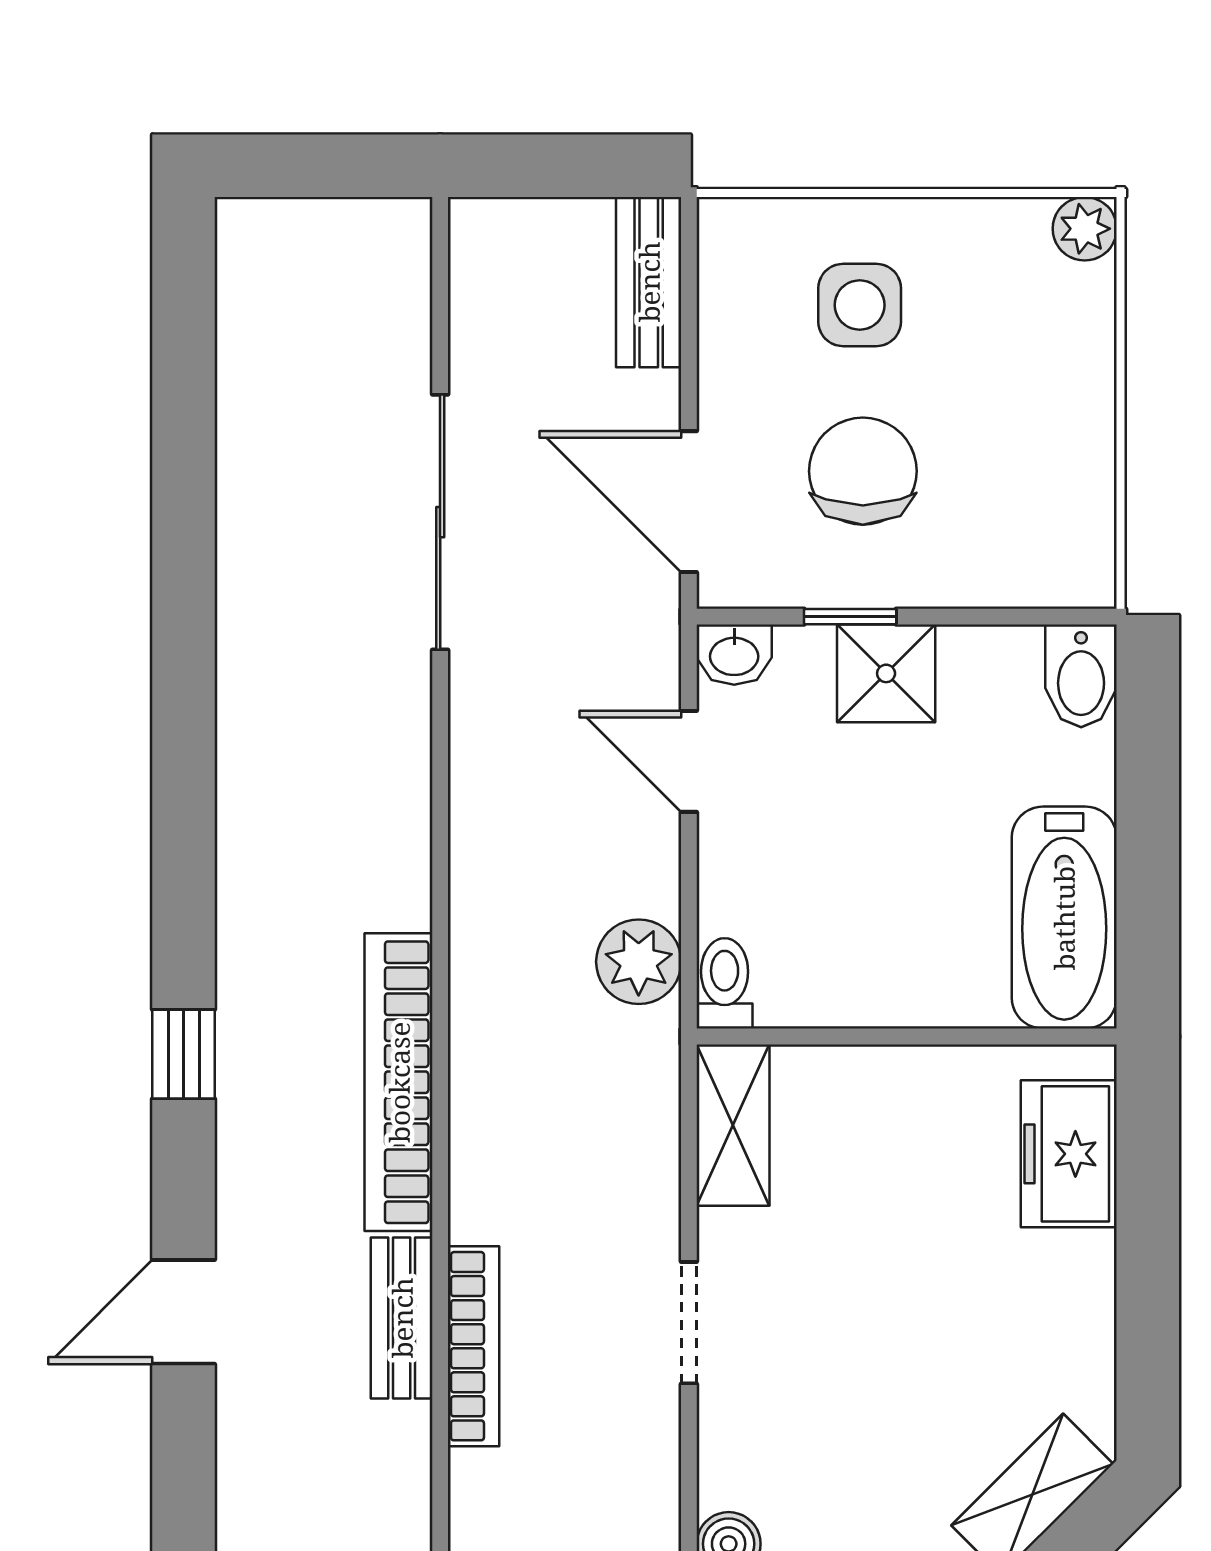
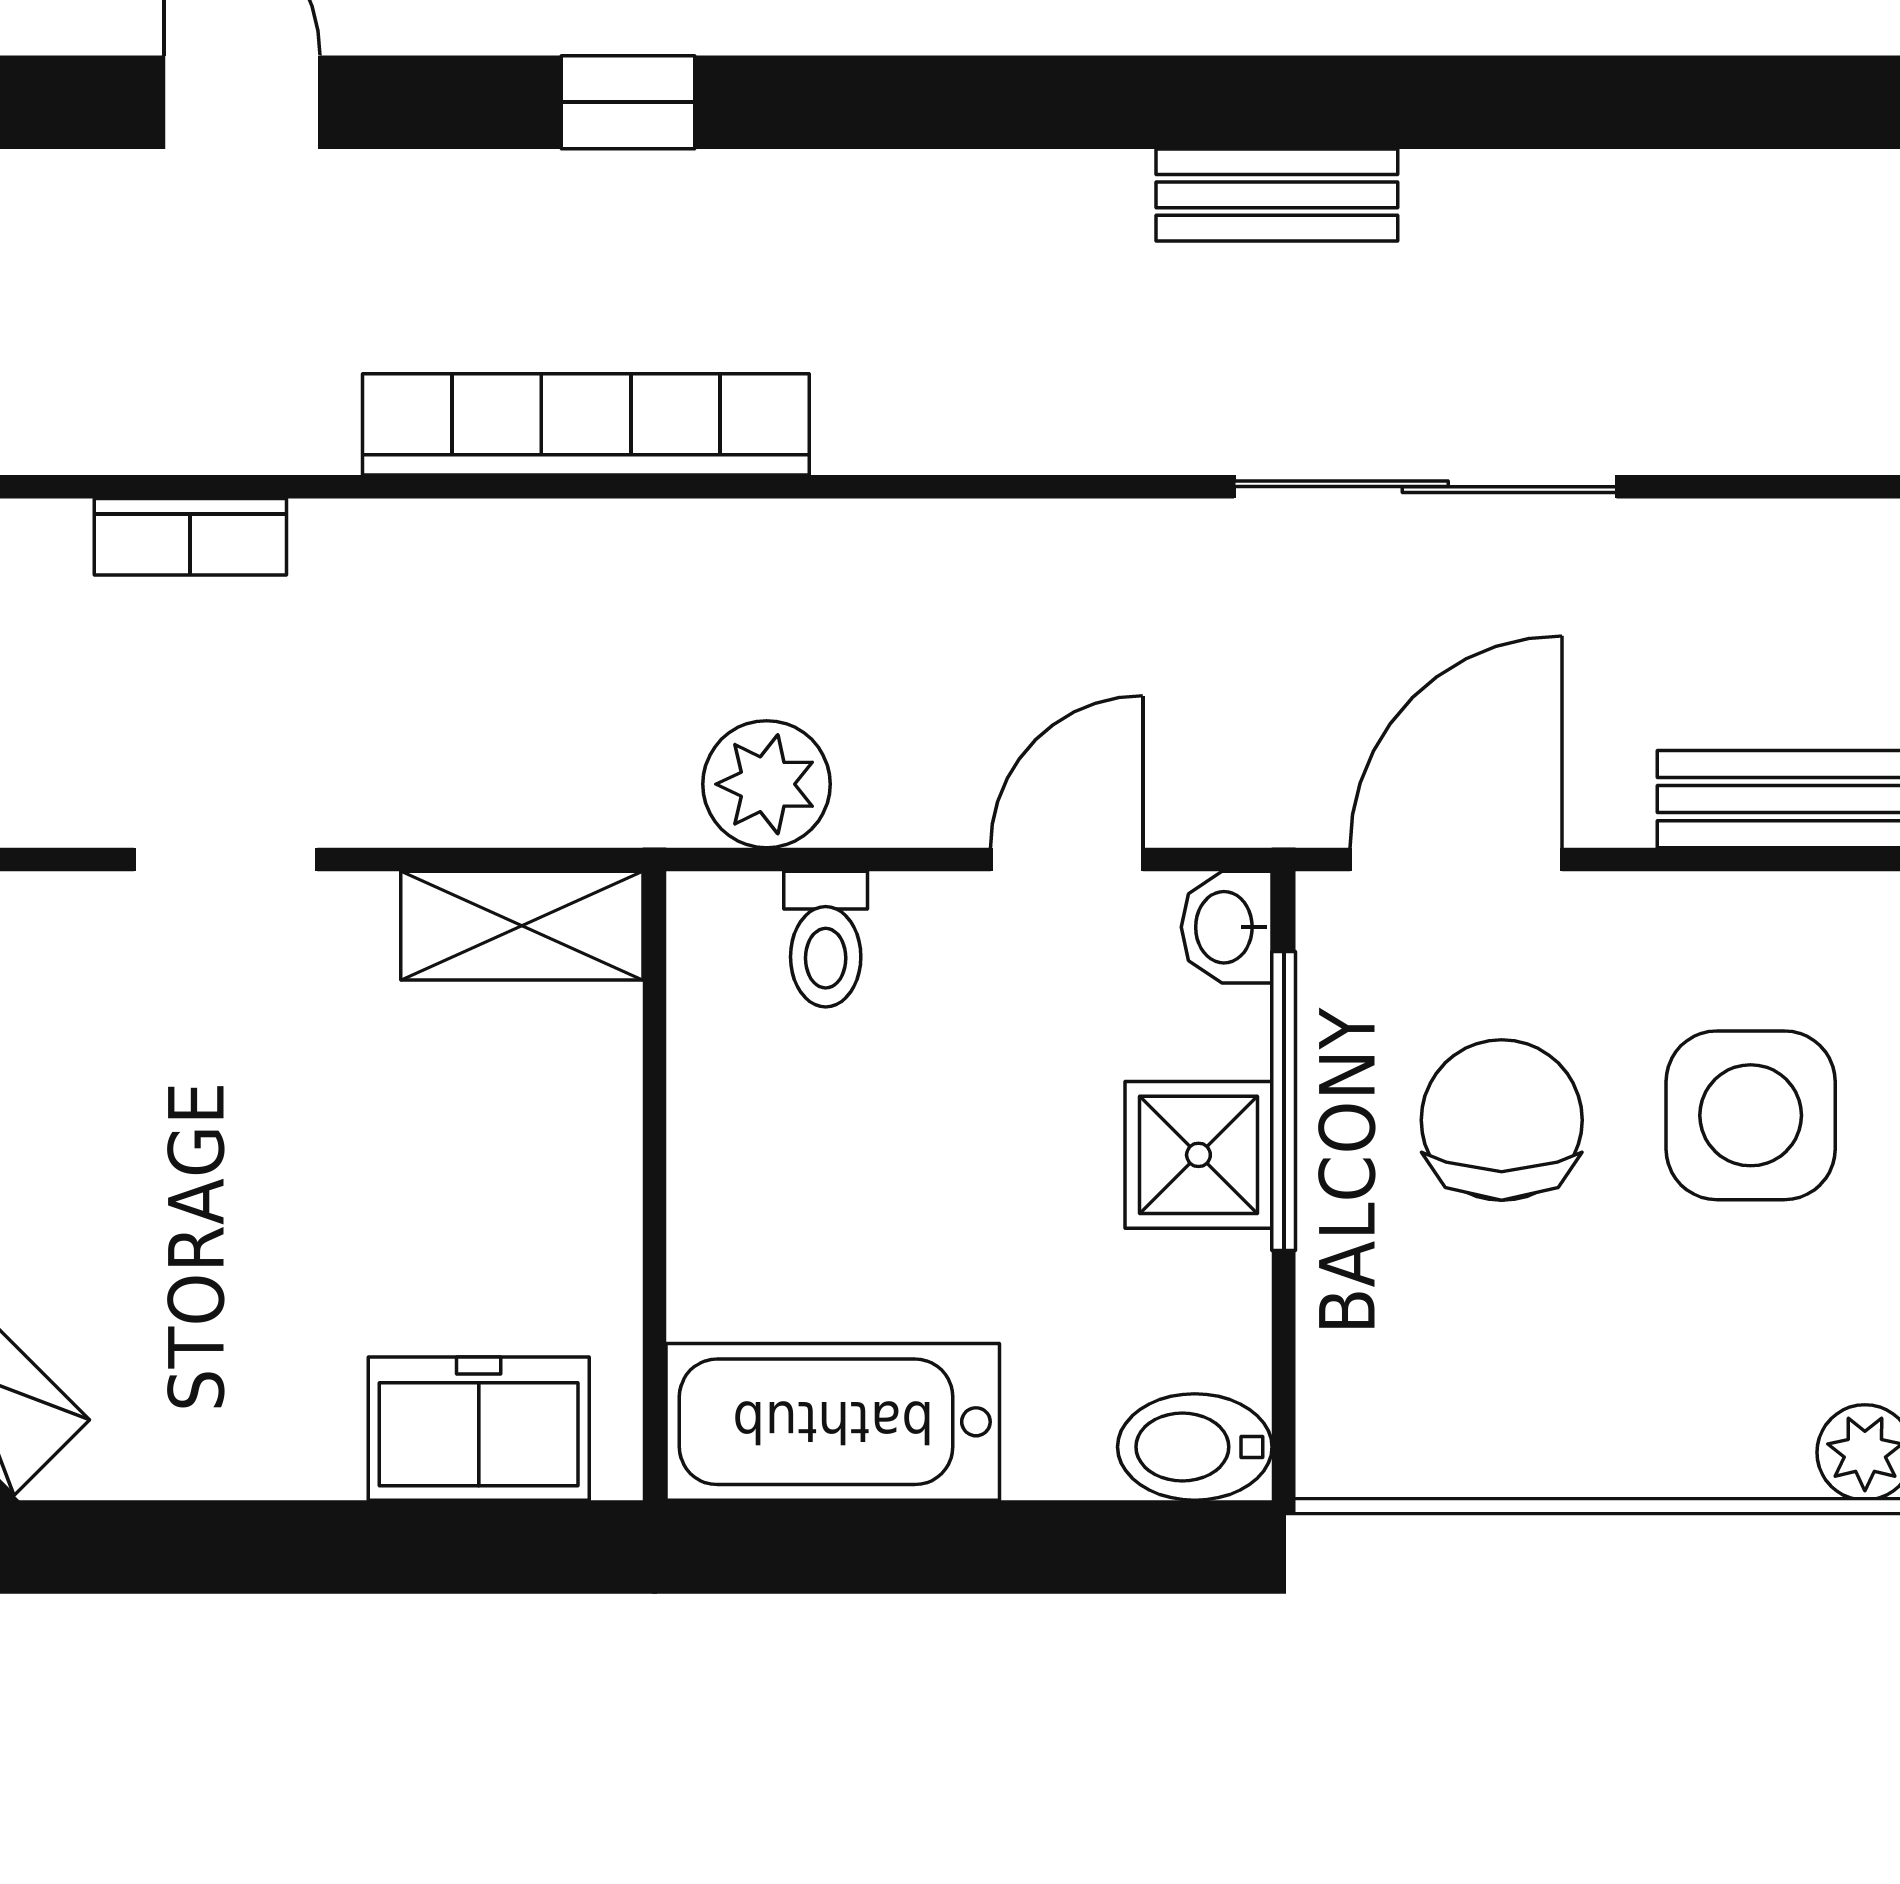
side table: (860, 305) -> (1751, 1115), width x1.37, depth x1.37
chair: (863, 471) -> (1502, 1120), turned -90
window: (850, 617) -> (1284, 1101), width x2.17
toilet: (725, 983) -> (826, 939), moved, turned 90
bench: (402, 1318) -> (1277, 195), moved
bookcase: (474, 1346) -> (190, 537), width x0.64

